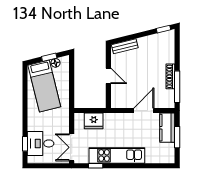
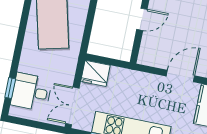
door: (108, 76) -> (142, 19), hinge flipped
fridge: (94, 121) -> (95, 73), moved

